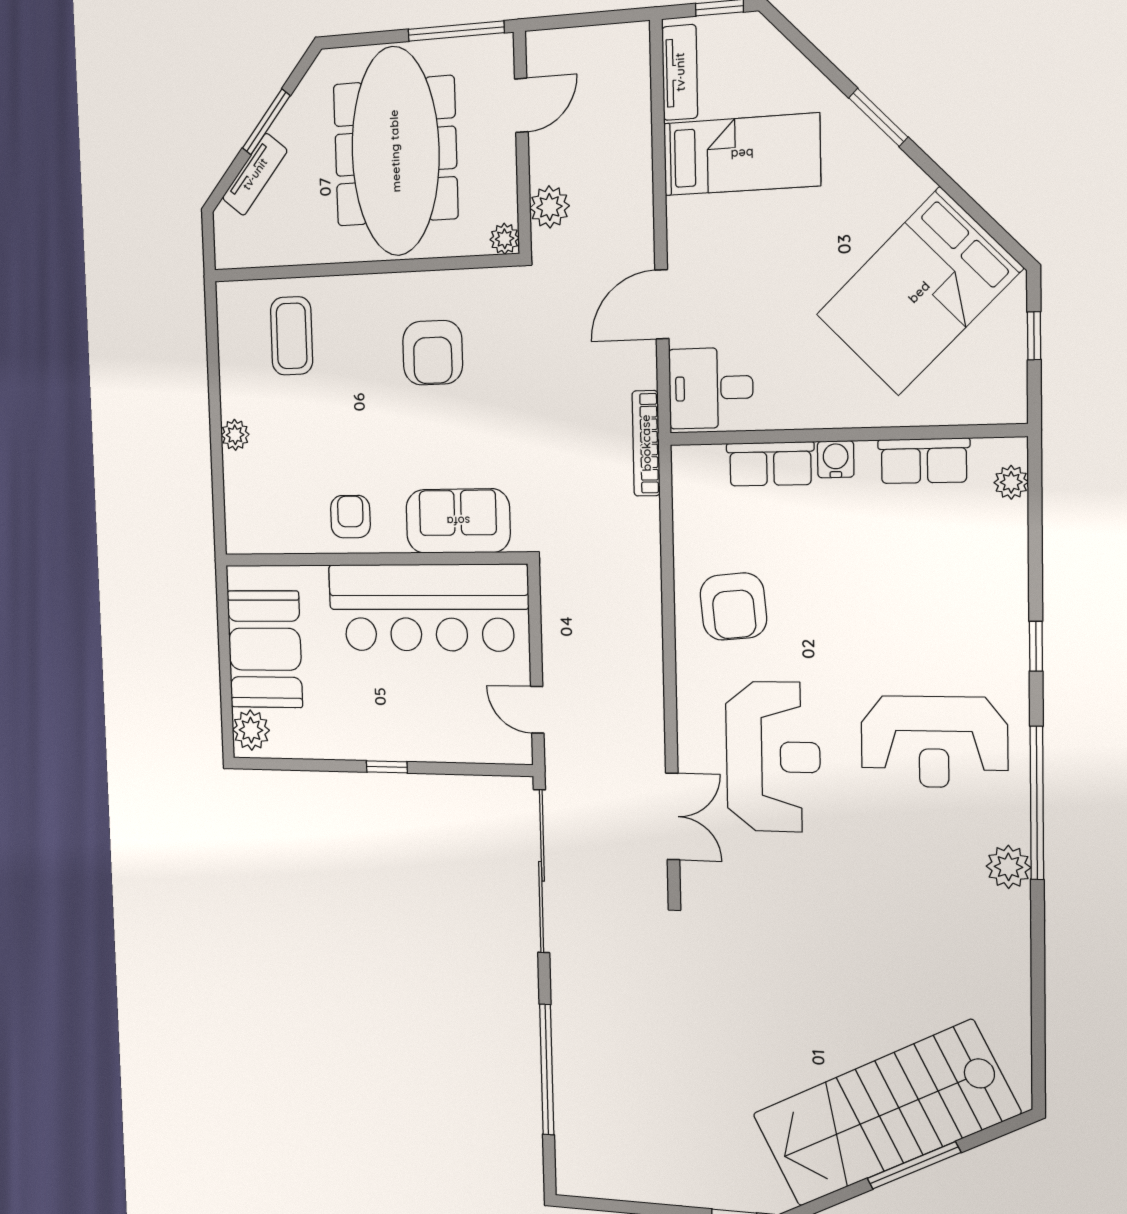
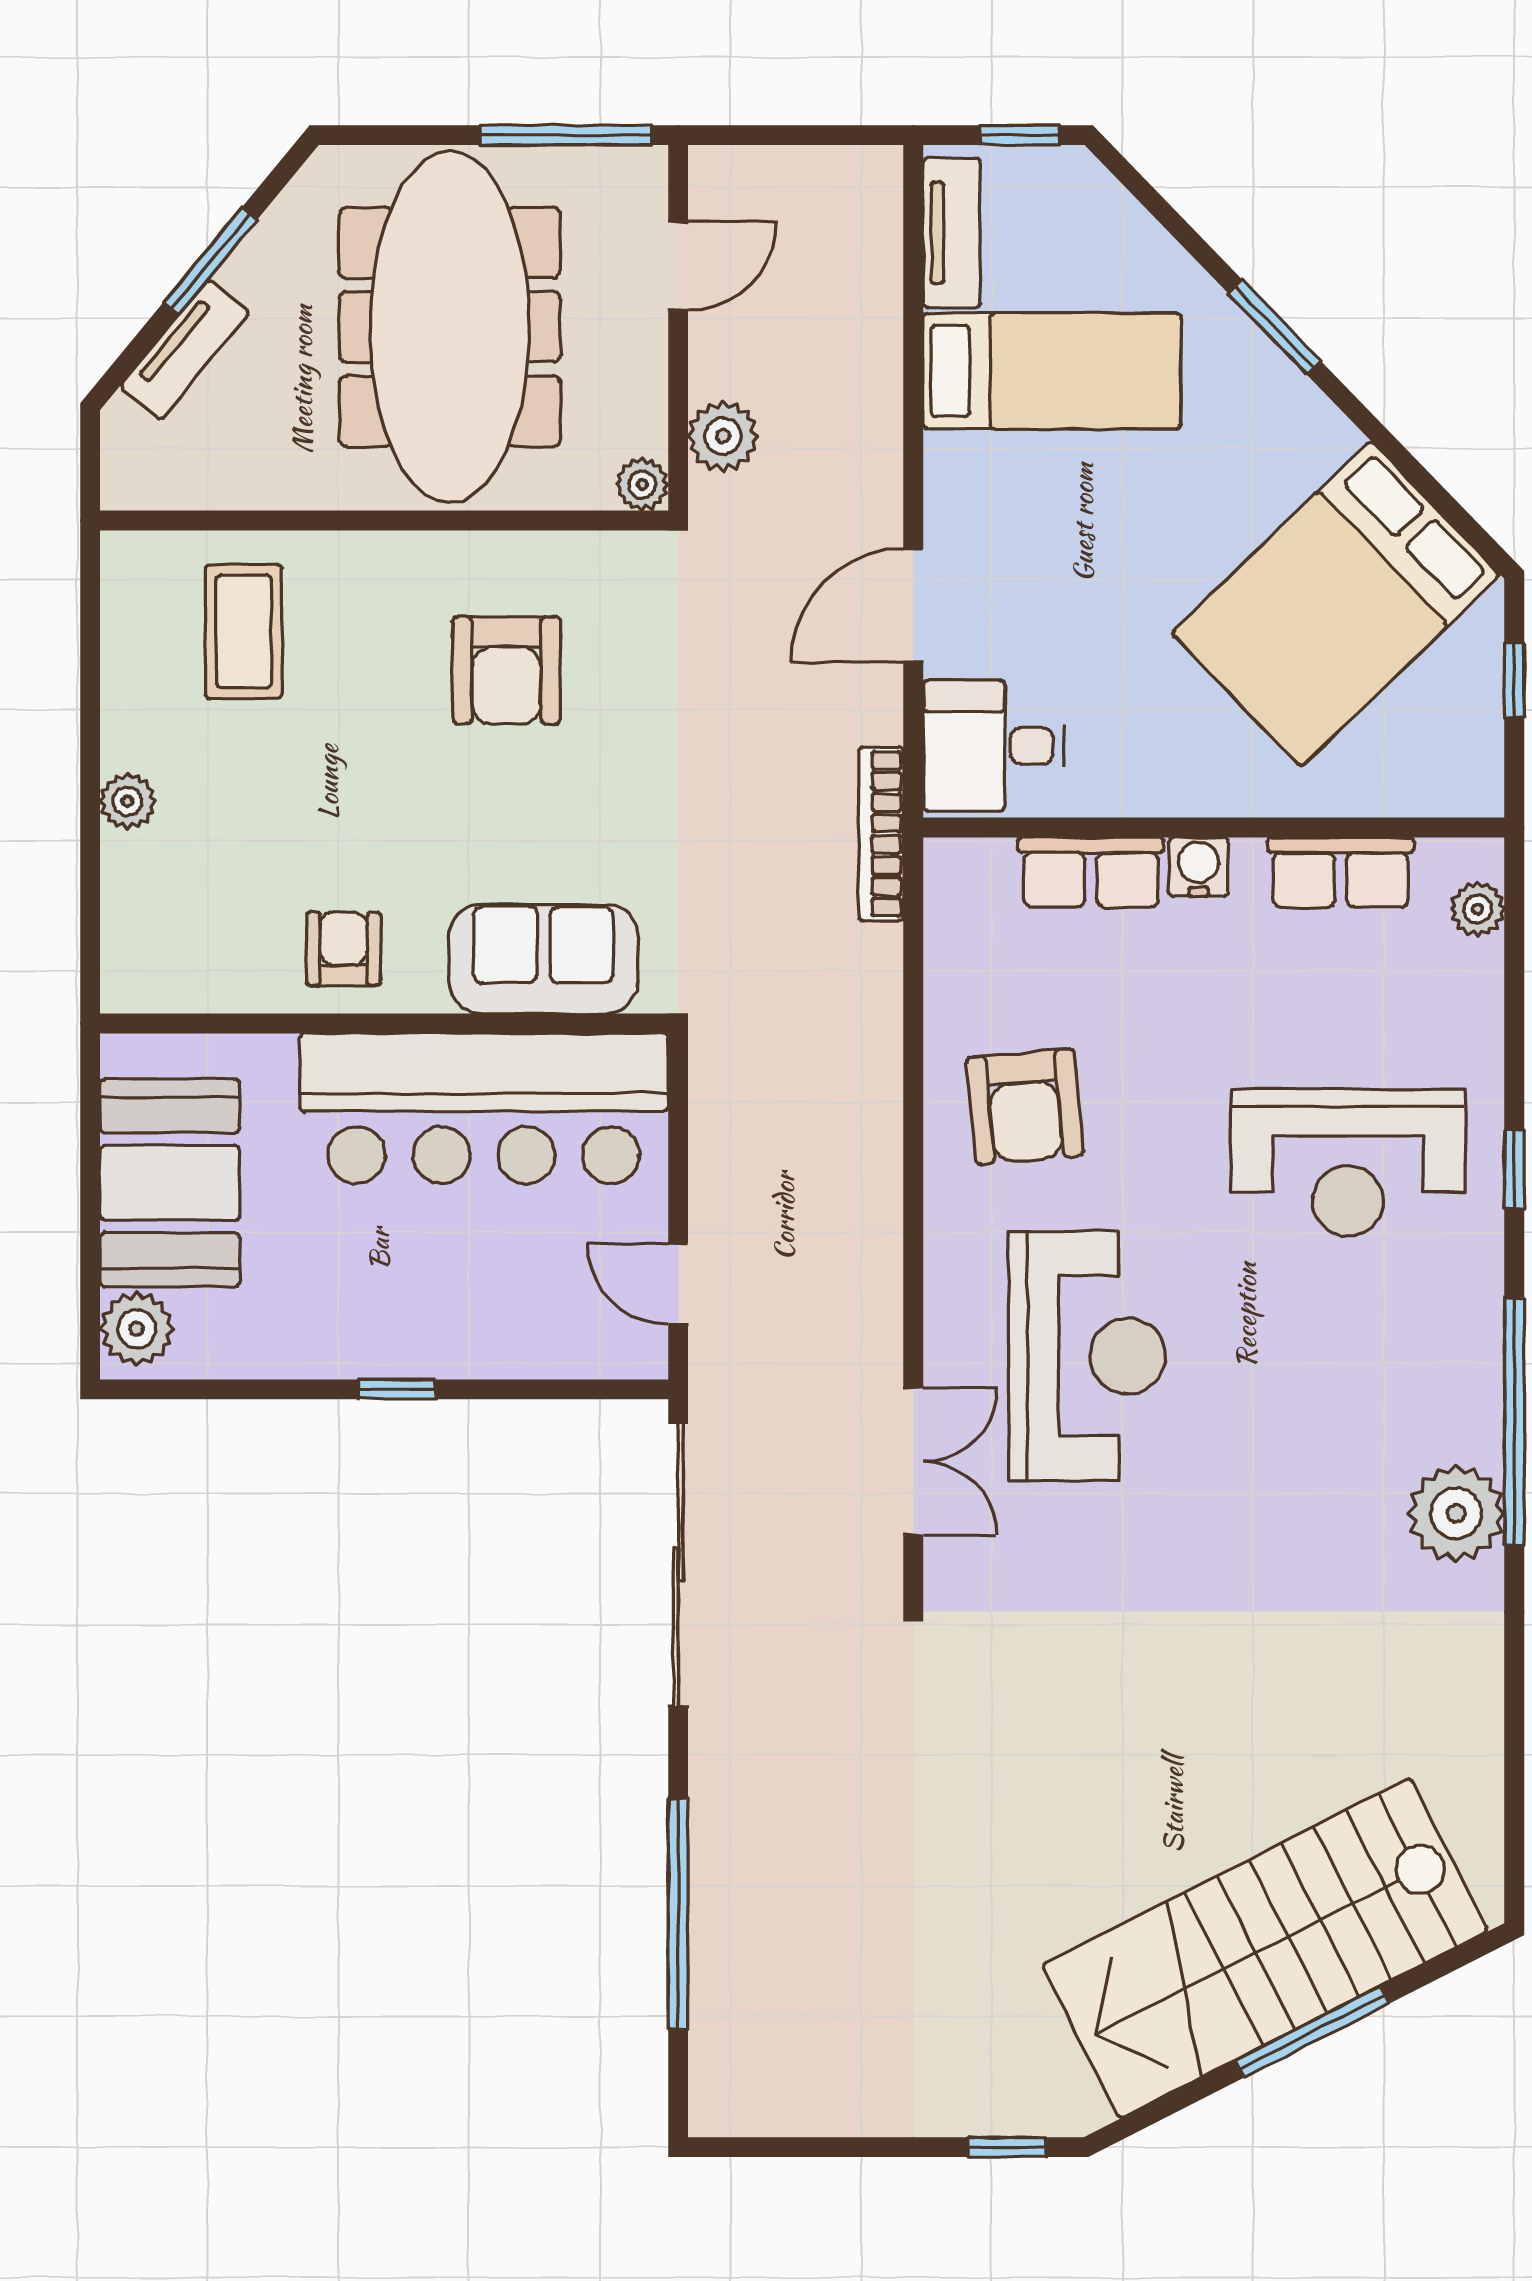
reception desk: (934, 742) -> (1348, 1163), moved
plant: (1008, 867) -> (1456, 1513), width x1.36, depth x1.36

